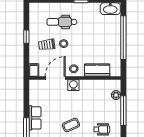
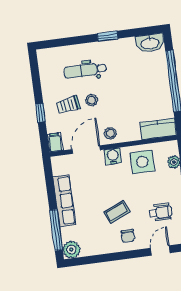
window: (26, 37) -> (40, 113), moved
kitchen counter: (97, 70) -> (158, 129), moved
side table: (94, 92) -> (142, 162), added
row of seats: (35, 118) -> (64, 201), width x1.48

